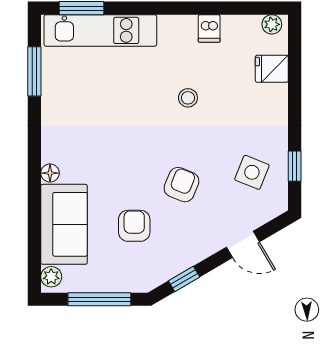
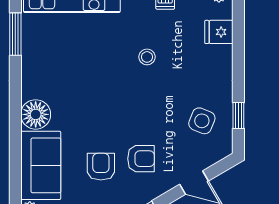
floor lamp: (50, 173) -> (36, 114), width x1.89, depth x1.89
armchair: (182, 185) -> (141, 159), moved, turned 68

